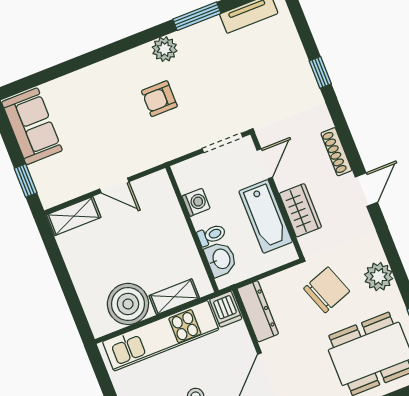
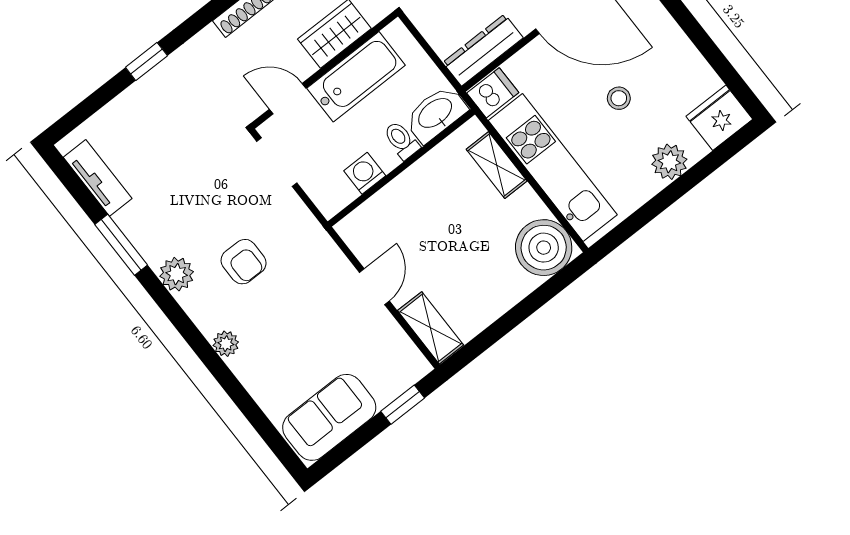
plant: (105, 69) -> (226, 344), added
washbasin: (221, 259) -> (436, 114), width x1.38
boiler: (128, 304) -> (544, 248), moved

